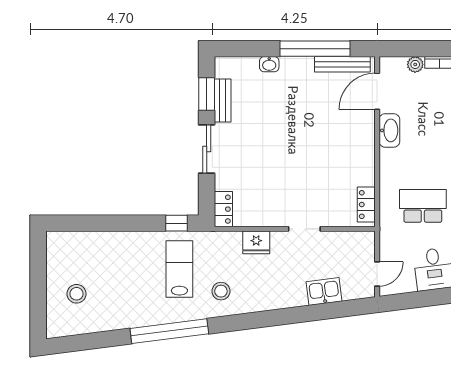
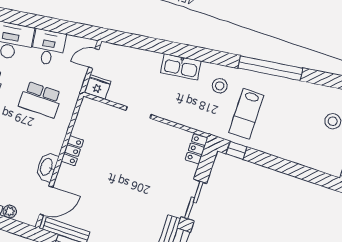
locker: (366, 205) -> (72, 151), moved
fridge: (256, 242) -> (97, 87), moved
kitchen sink: (324, 291) -> (181, 67), moved, width x1.38

